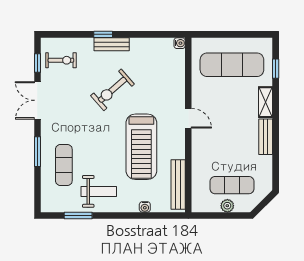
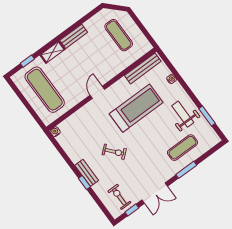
exercise bike: (112, 90) -> (114, 152), width x0.73, depth x0.72
plant: (227, 206) -> (133, 29), removed

